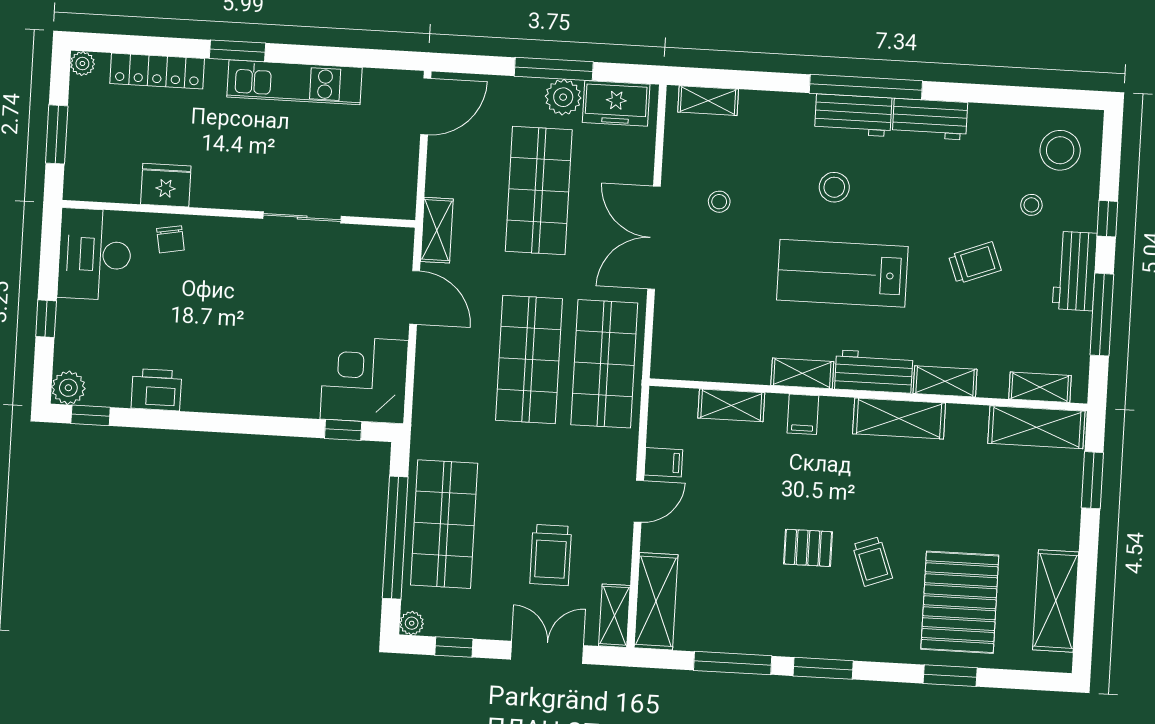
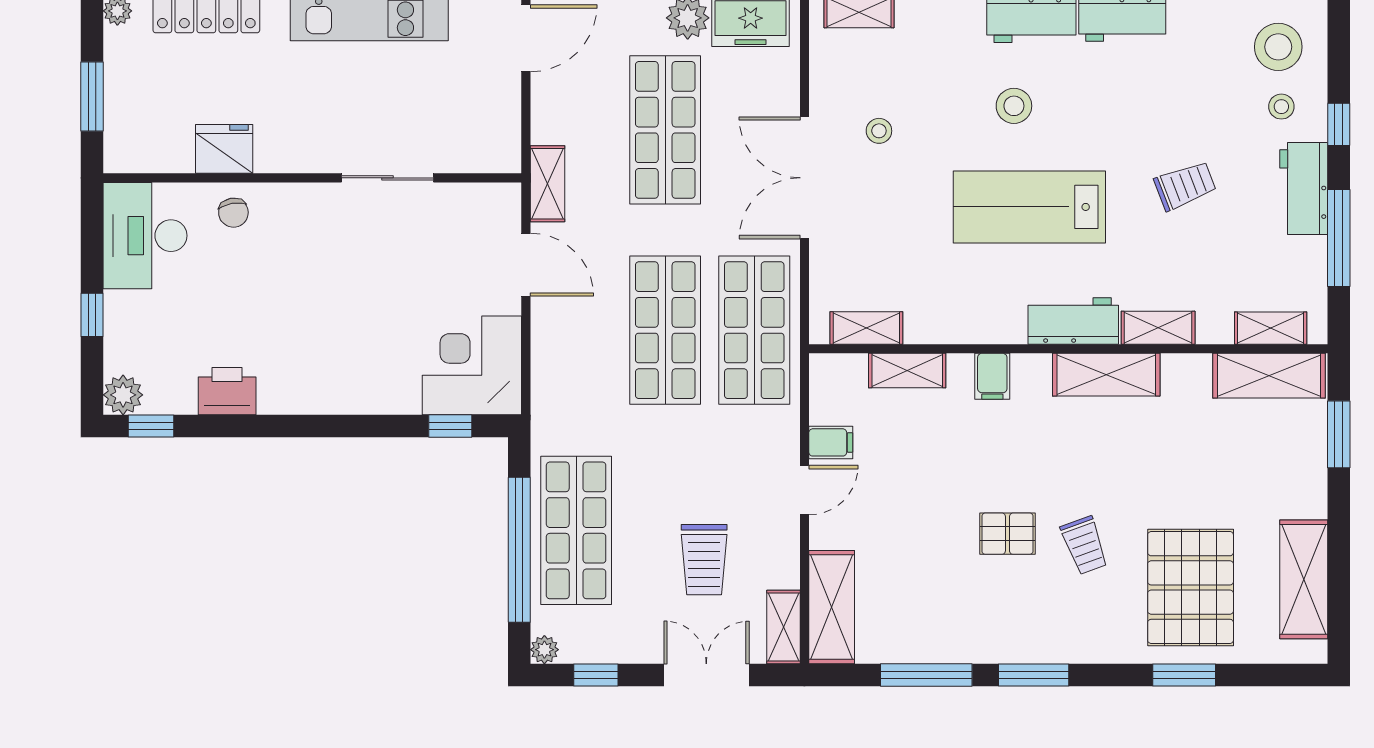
stool: (1031, 205) -> (1281, 107), moved
shelving: (802, 373) -> (866, 328), moved

